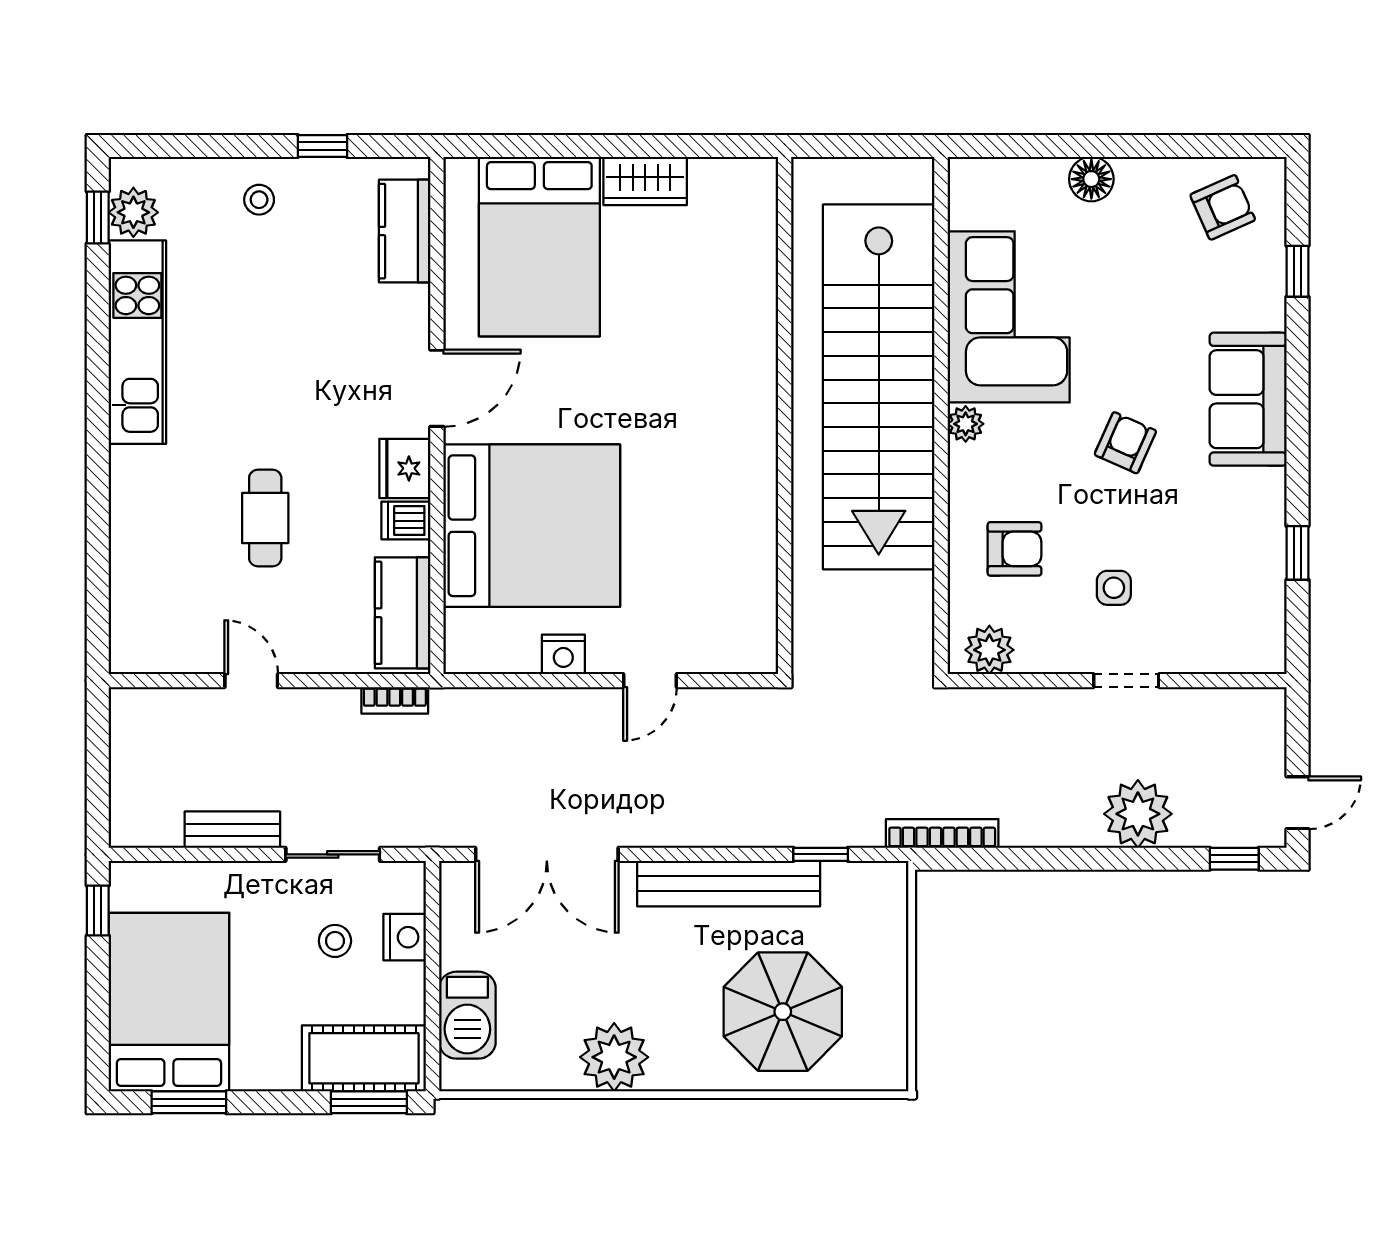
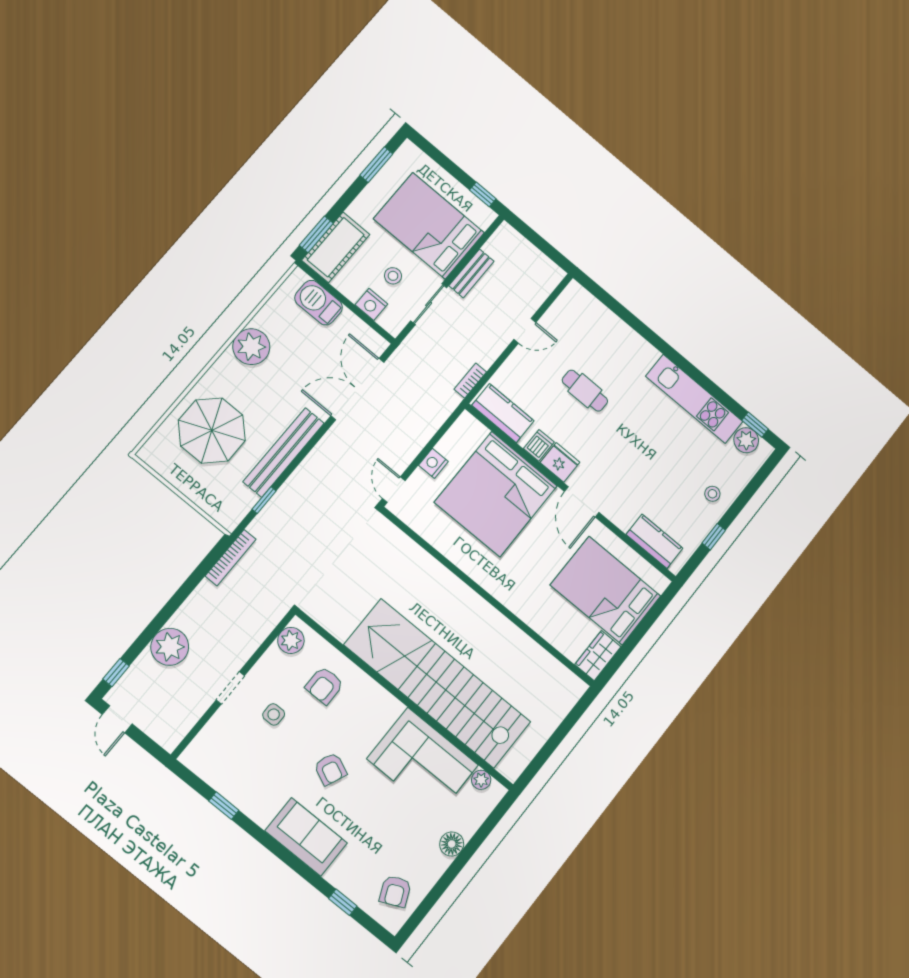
wall: (785, 415) -> (487, 597), moved
plant: (966, 424) -> (481, 780), moved
bed: (169, 1002) -> (429, 226), moved, turned 180

